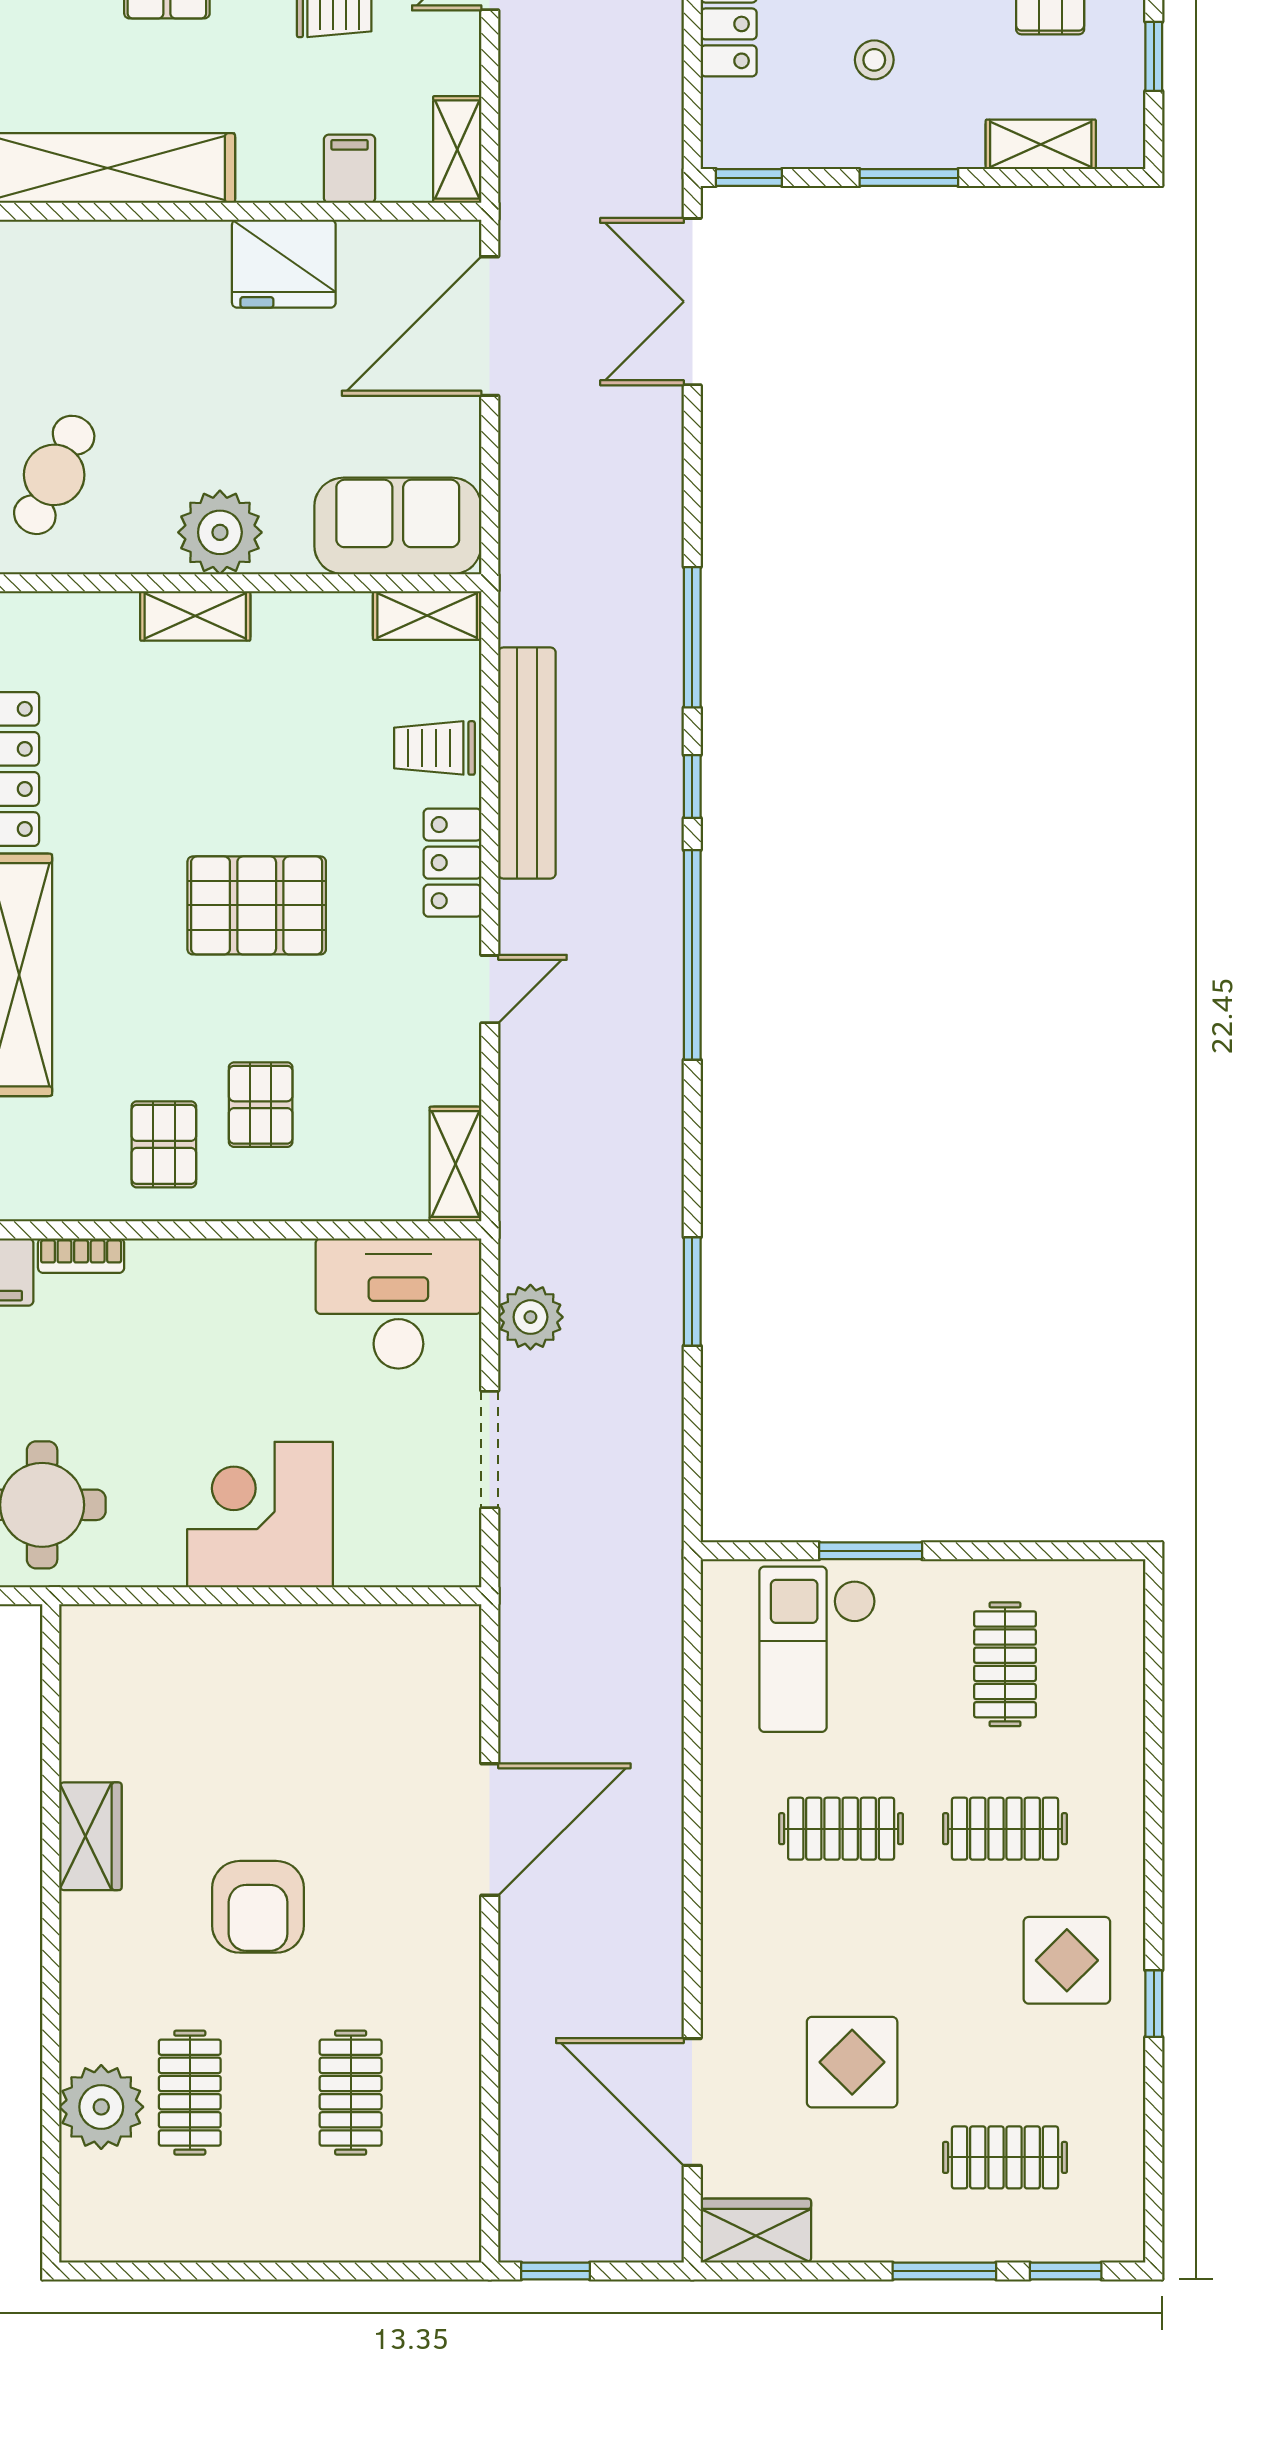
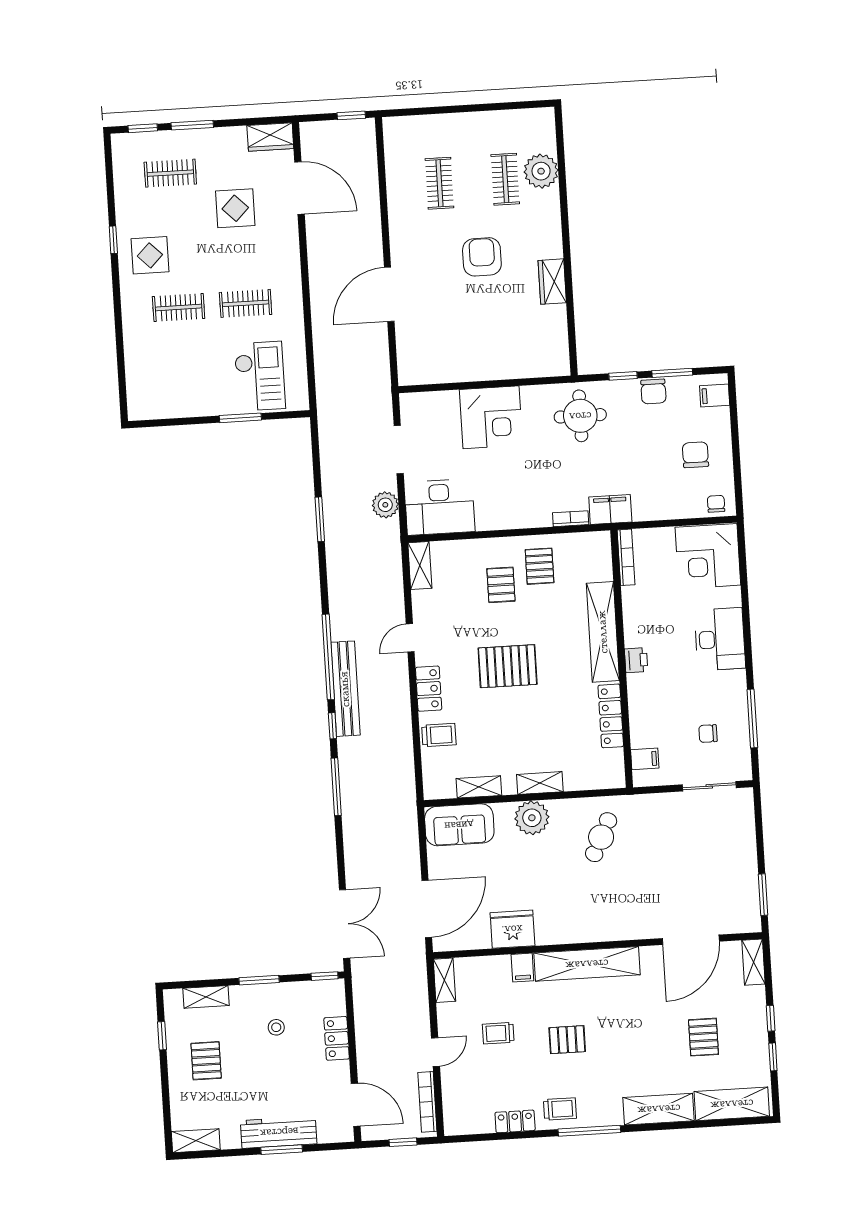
filing cabinet: (350, 169) -> (522, 968), moved
shelving: (427, 616) -> (479, 787), moved
bench: (527, 763) -> (345, 689), moved
clothes rail: (1005, 1664) -> (183, 375), removed

